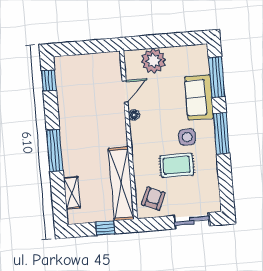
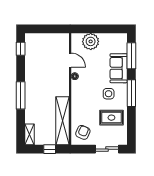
door: (125, 91) -> (70, 60), hinge flipped
rug: (177, 165) -> (111, 118), moved
shelving: (72, 193) -> (30, 134), moved

